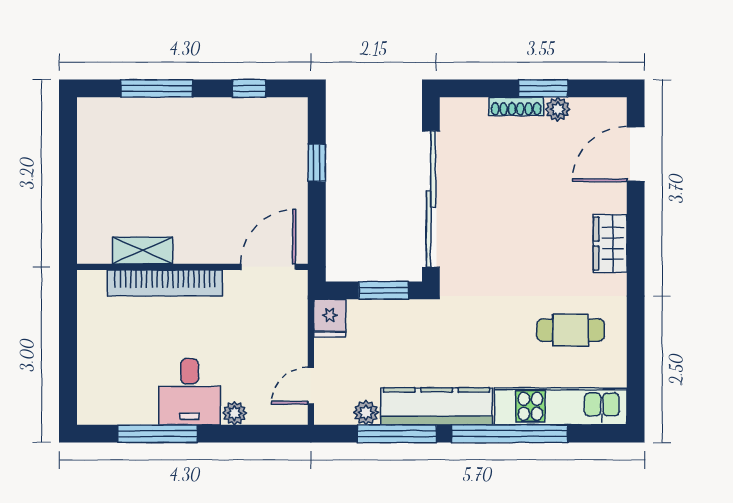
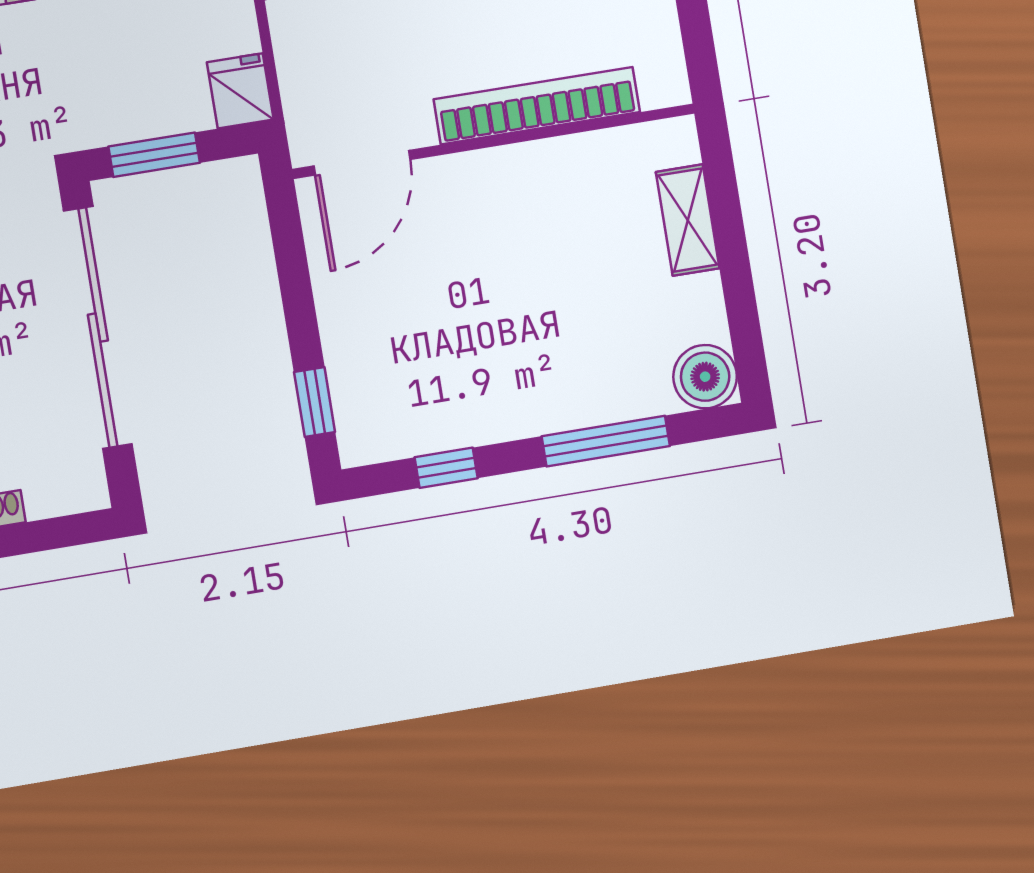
boiler: (95, 115) -> (705, 377), added
window: (317, 163) -> (315, 402), moved
shelving: (143, 250) -> (688, 220), moved, turned 90

